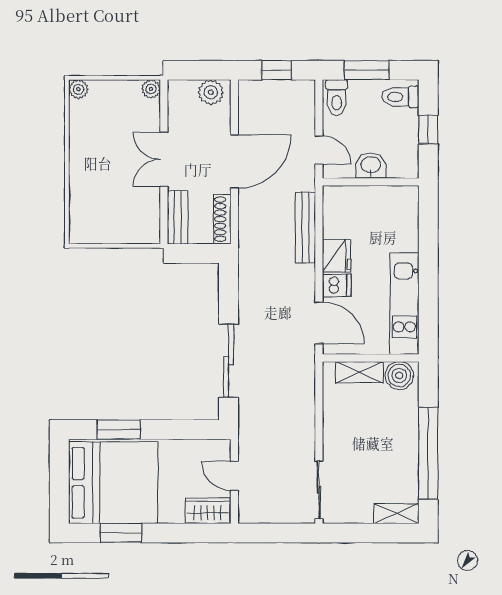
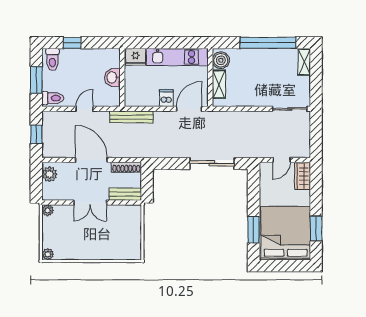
washbasin: (371, 165) -> (112, 77), moved
wall: (371, 182) -> (122, 78), moved
fridge: (337, 256) -> (136, 57), moved, turned 180

